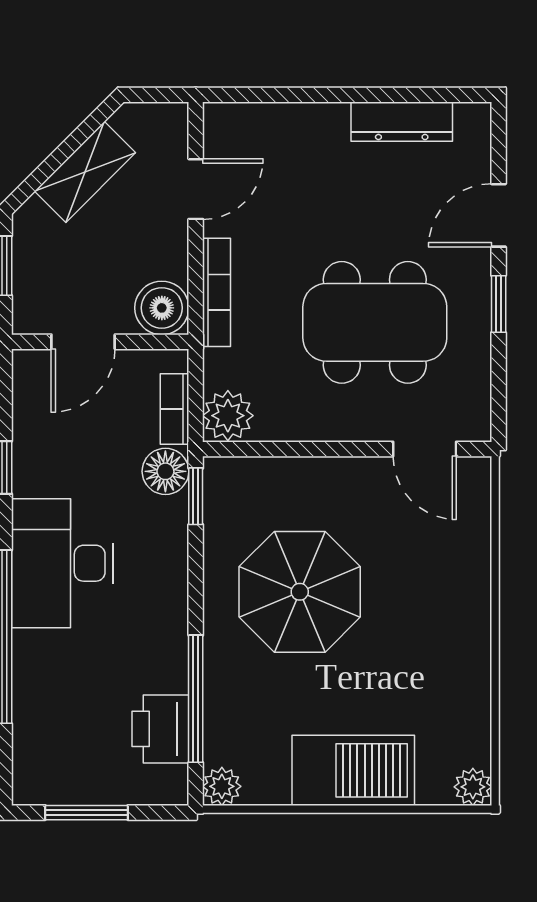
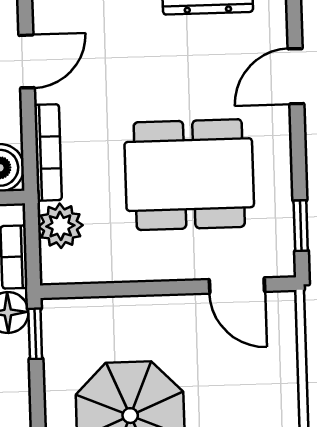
window: (499, 304) -> (301, 226), moved
plant: (228, 416) -> (60, 226), moved

